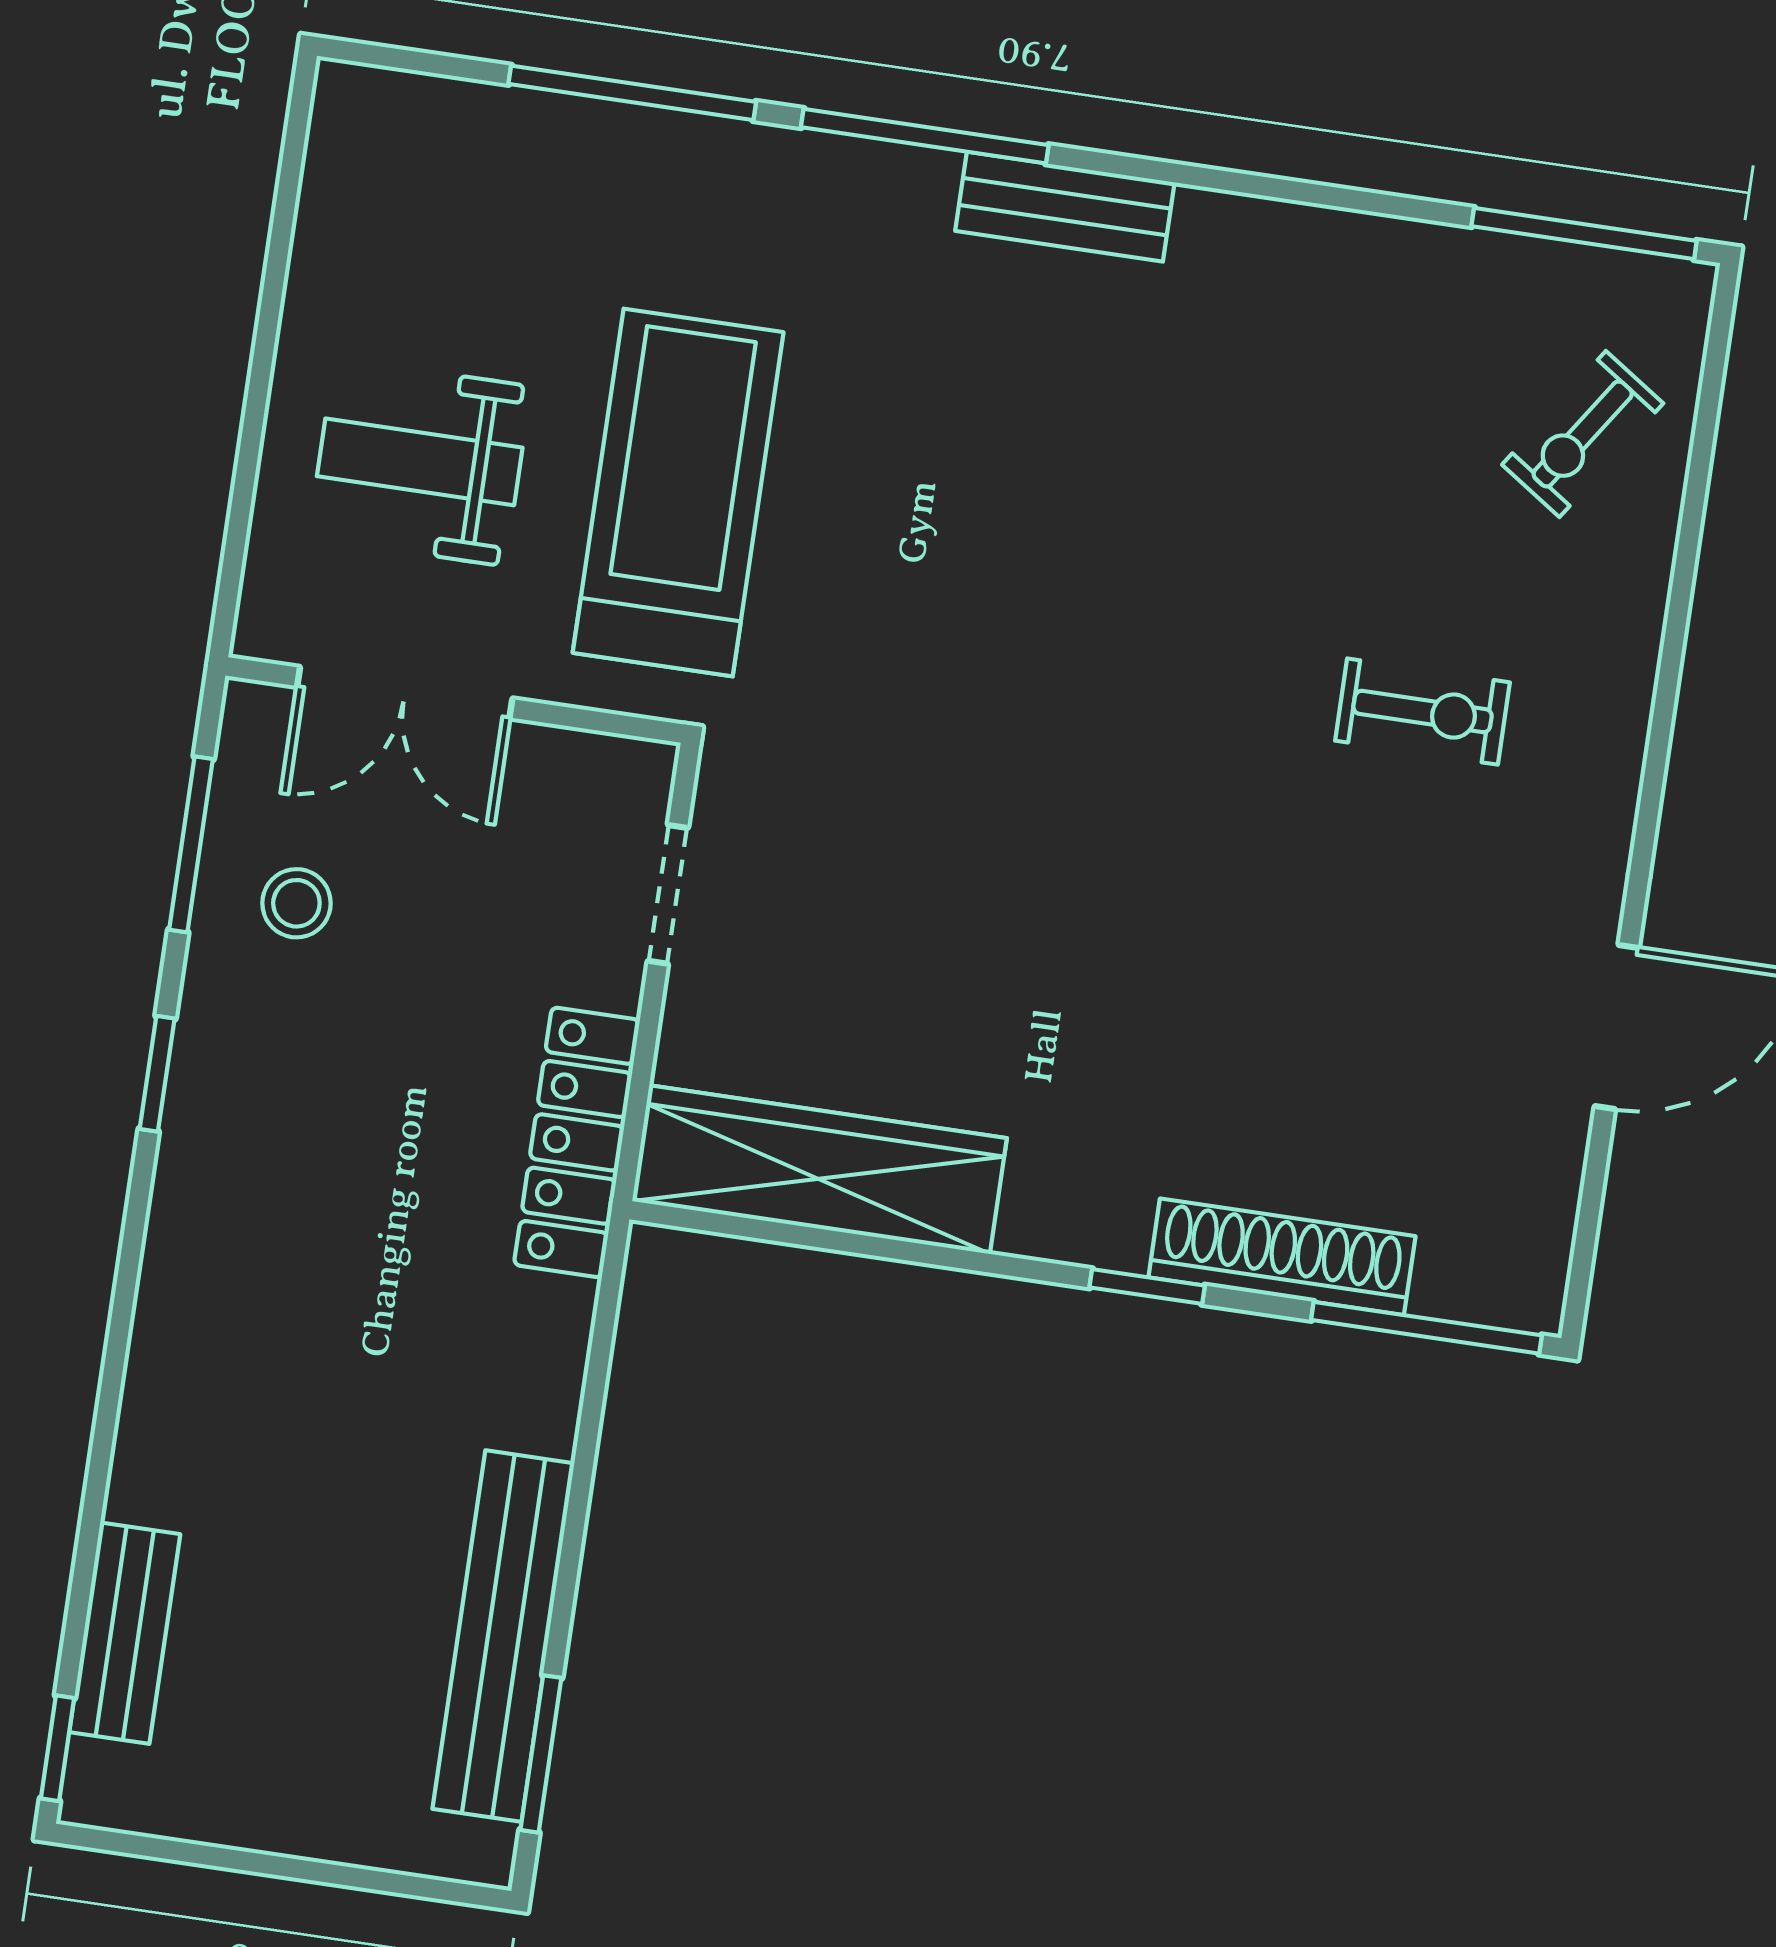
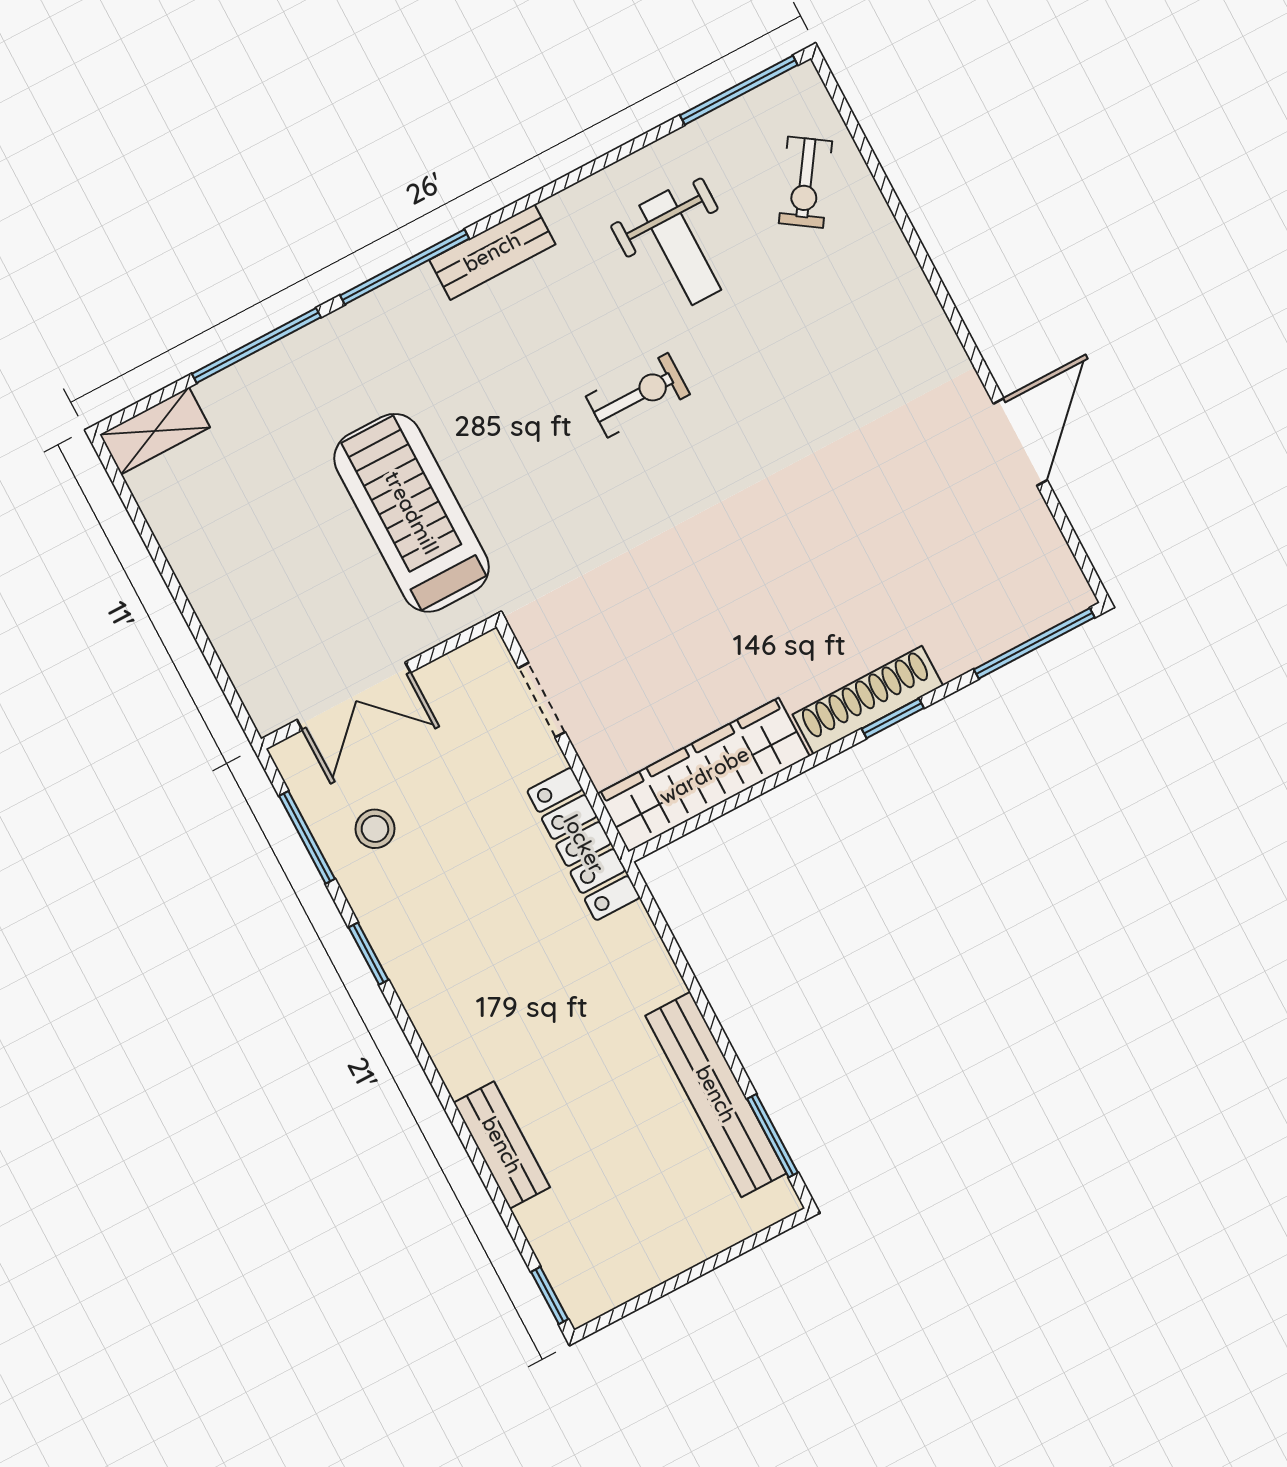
shelving: (399, 108) -> (155, 431), added
weight bench: (420, 462) -> (680, 248), moved, turned -90
exercise bike: (1423, 712) -> (638, 395), moved
shoe rack: (1282, 1257) -> (868, 700), moved
bench: (125, 1633) -> (502, 1145), moved

